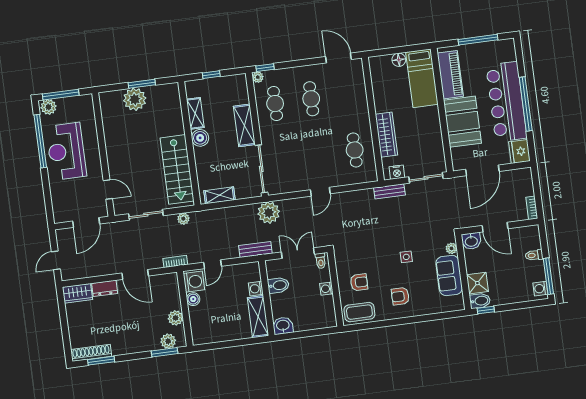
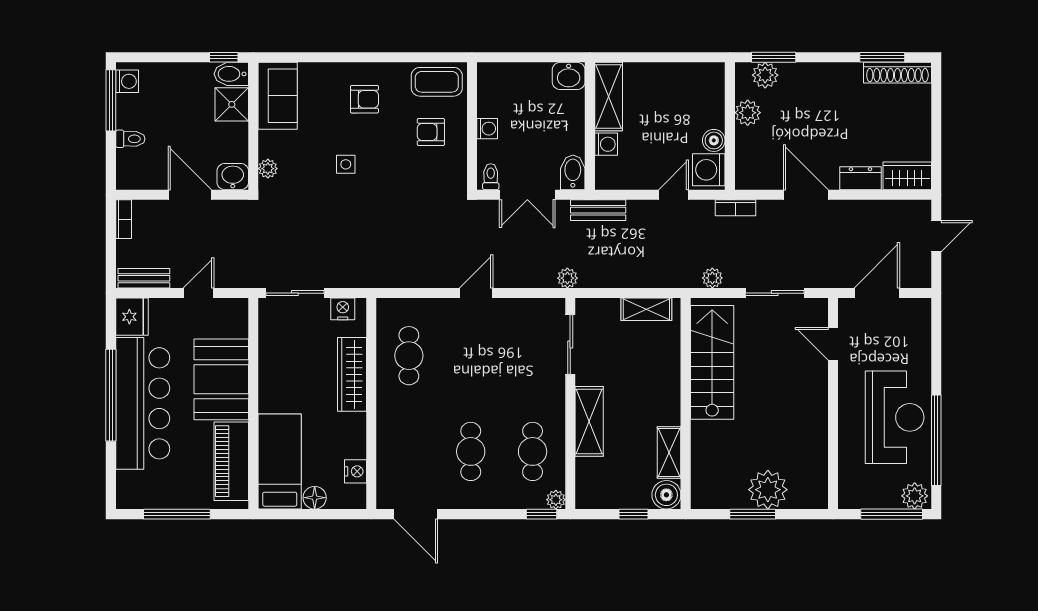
nightstand: (377, 78) -> (355, 471), added
boiler: (200, 138) -> (666, 495), moved
sliding door: (261, 169) -> (570, 344), width x0.73
door: (482, 170) -> (198, 293), width x0.53
bench: (389, 191) -> (144, 278), moved
plant: (269, 213) -> (567, 278), width x0.53, depth x0.53
sofa: (449, 275) -> (278, 96), moved
bidet: (278, 285) -> (573, 172), moved, turned 90

